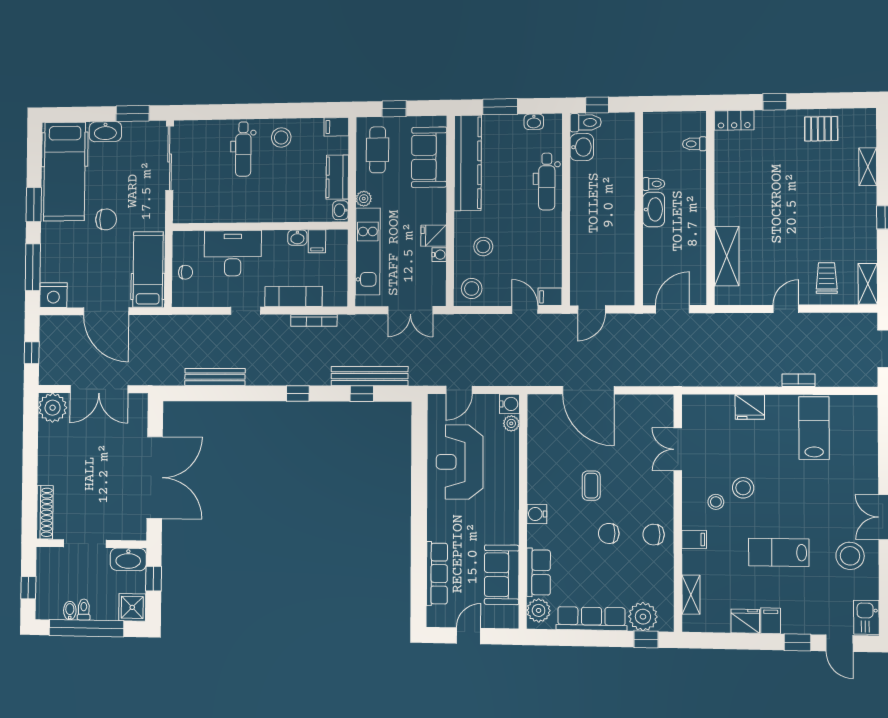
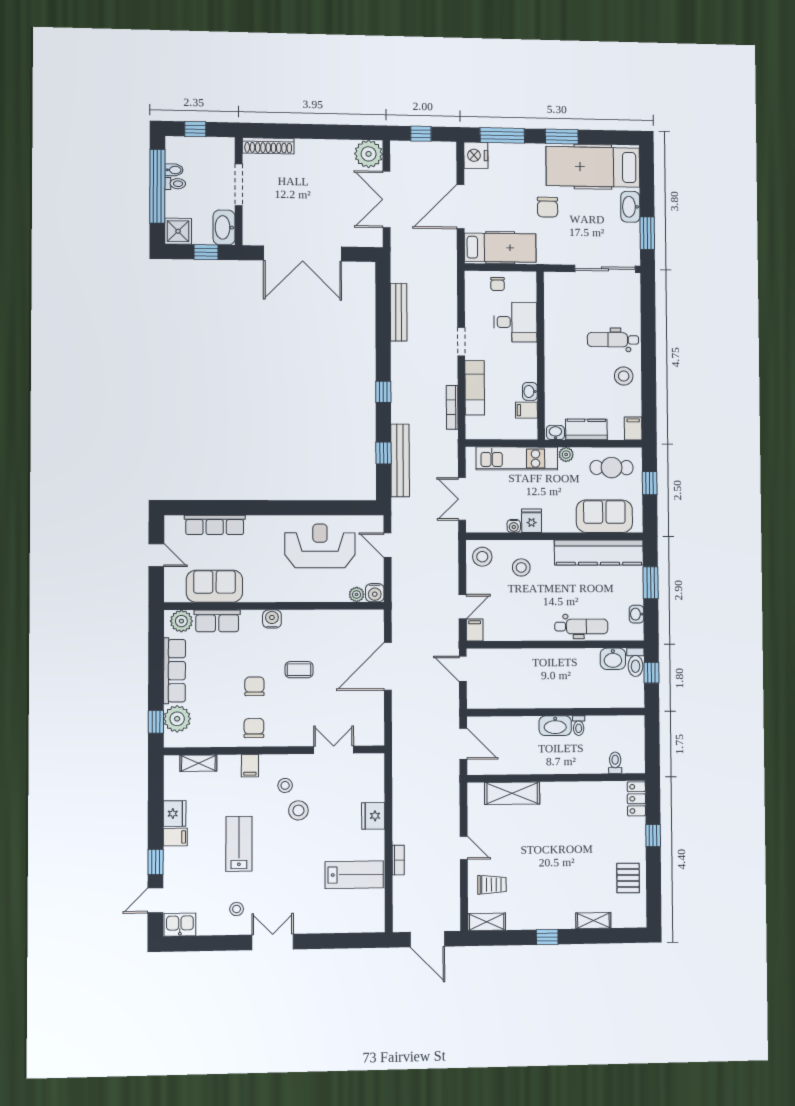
dental chair: (547, 182) -> (581, 626), turned 180
desk: (233, 253) -> (515, 322), width x0.73
stool: (850, 556) -> (237, 909), width x0.53, depth x0.53

